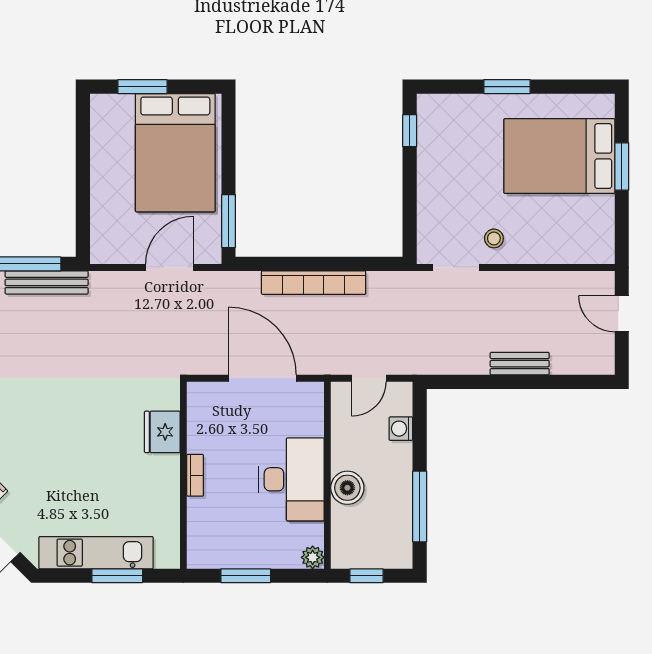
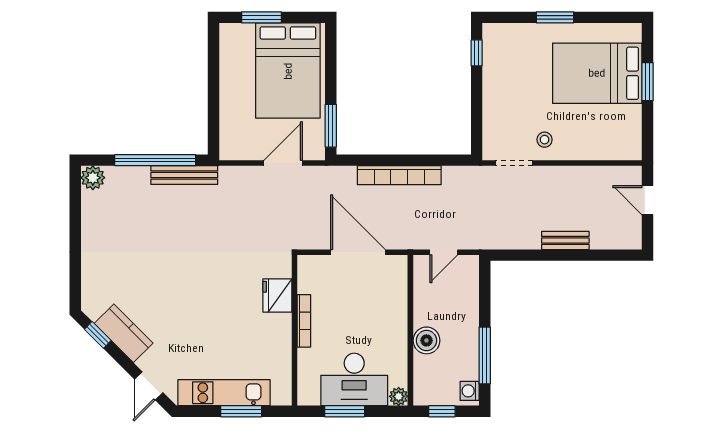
washing machine: (401, 429) -> (470, 391), moved
bookcase: (195, 475) -> (304, 321), width x1.56
desk: (292, 479) -> (354, 379), moved, turned 90

